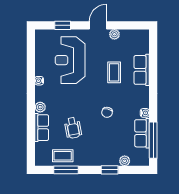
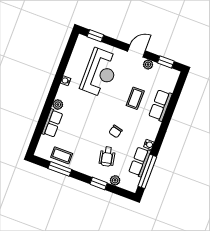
window: (63, 25) -> (95, 36), moved
window: (131, 25) -> (166, 62), added
reception desk: (70, 60) -> (100, 73), turned 180
wheelchair: (73, 128) -> (107, 157), moved

